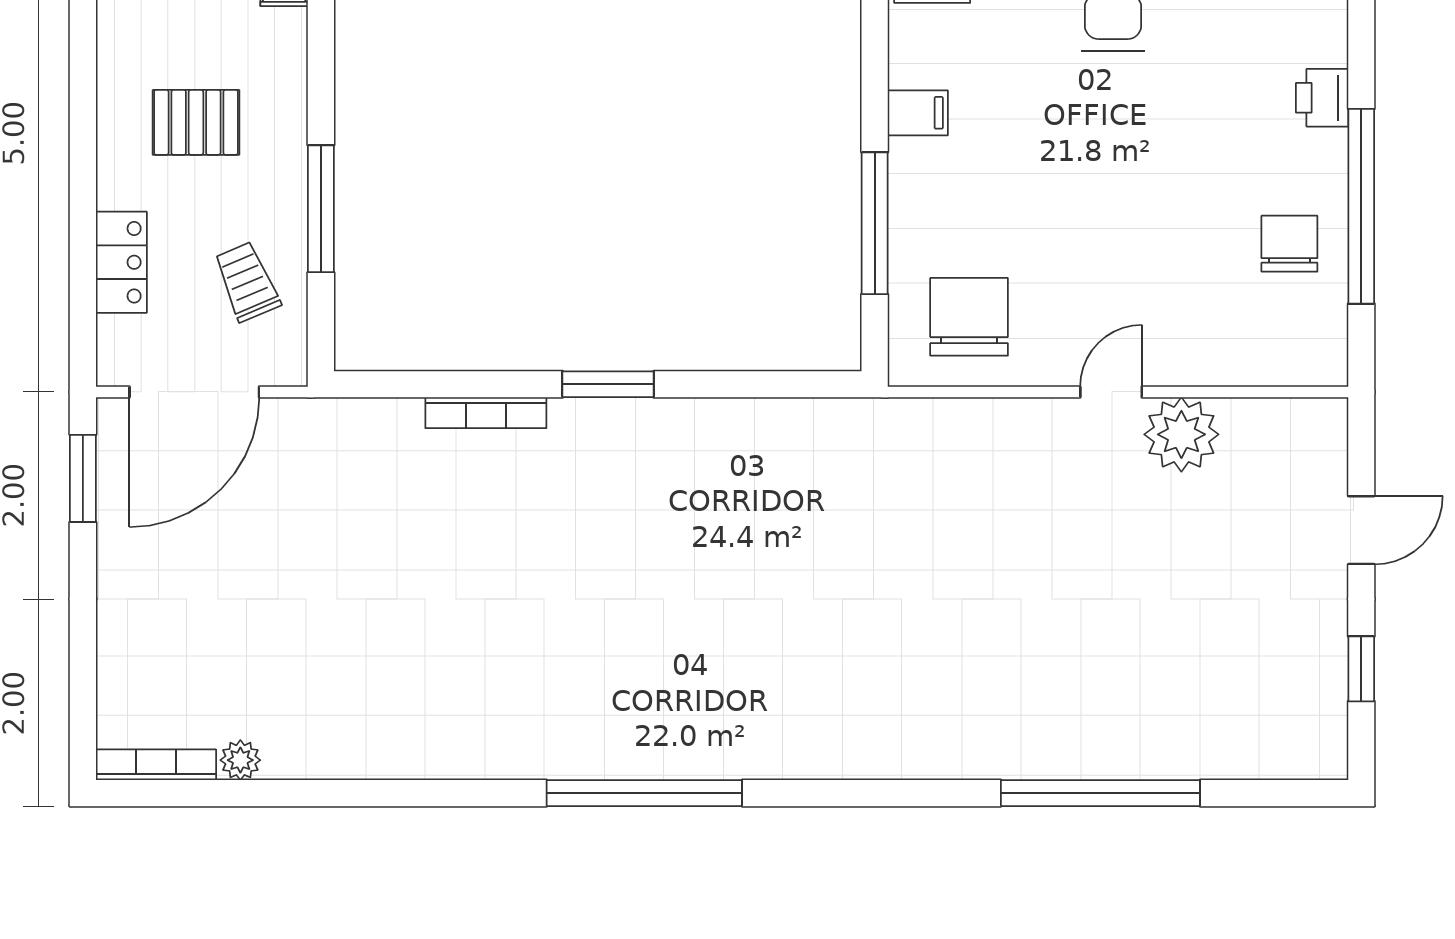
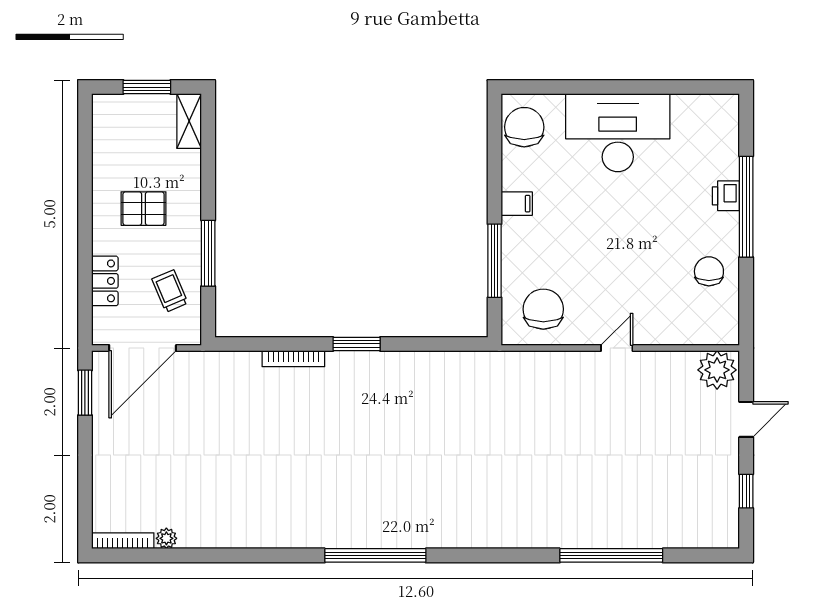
window: (1361, 206) -> (746, 207), moved
plant: (1181, 434) -> (717, 370), moved

